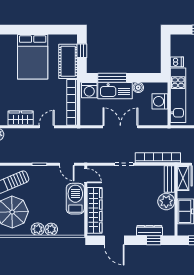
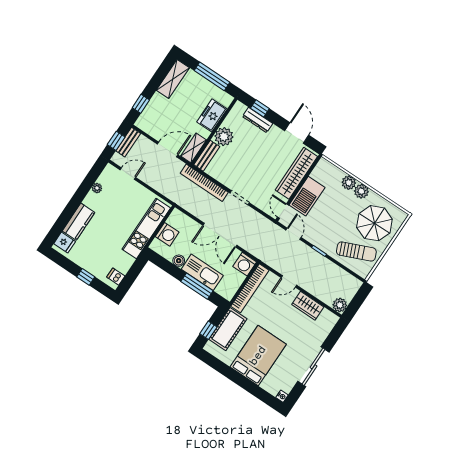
dishwasher: (177, 62) -> (116, 277), moved
washing machine: (89, 90) -> (245, 264), moved, turned 180

